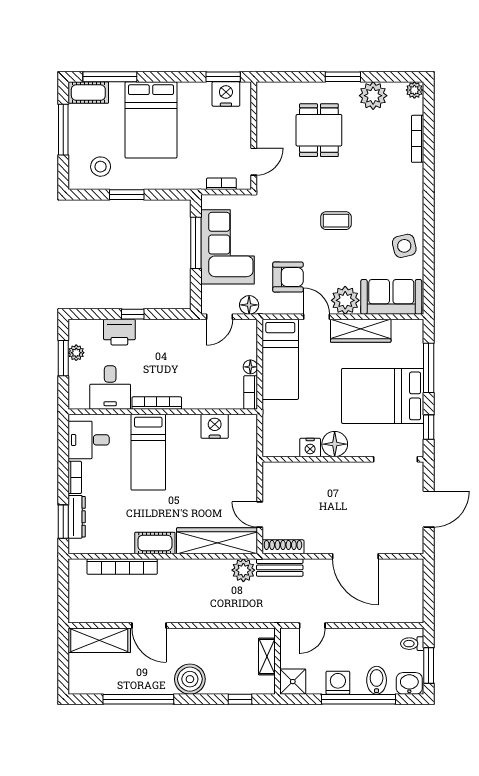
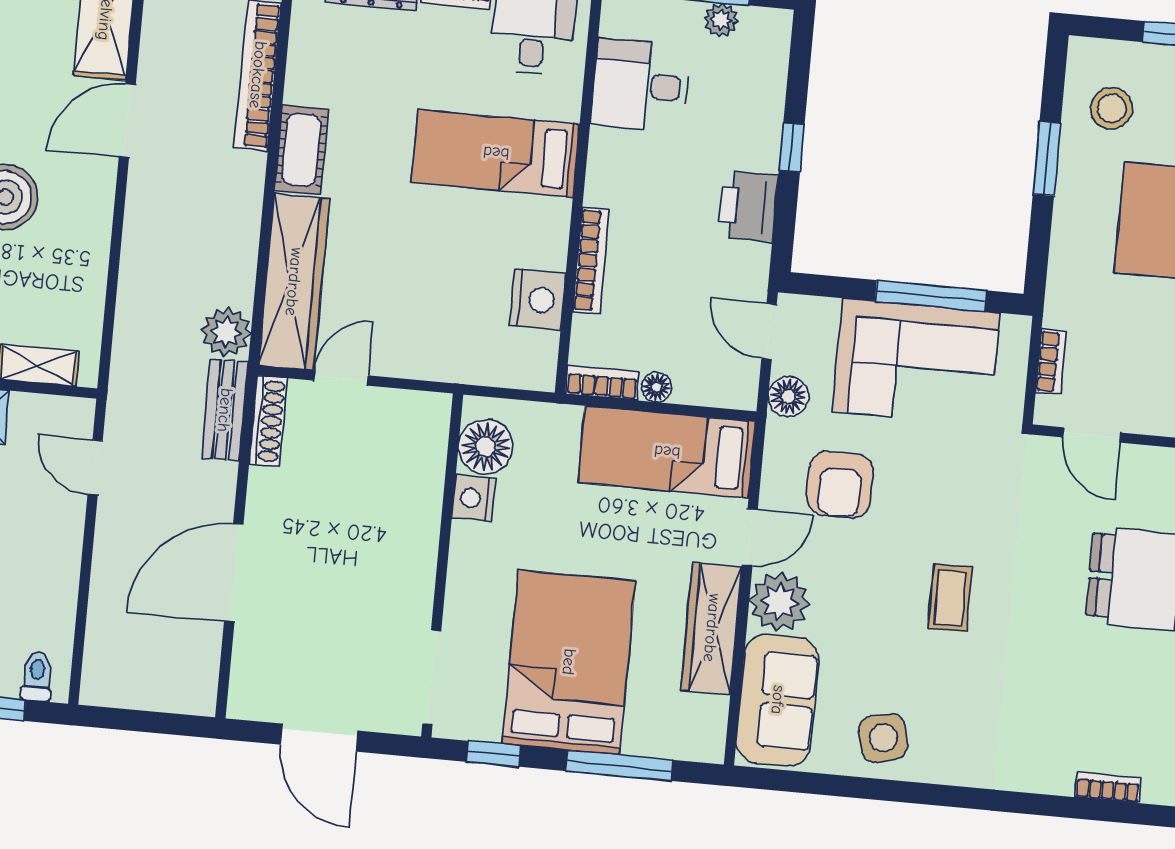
bookcase: (418, 139) -> (1108, 787), width x0.64
printer: (119, 332) -> (748, 206), moved
bookcase: (157, 403) -> (591, 261), moved
floor lamp: (335, 444) -> (486, 447), moved

